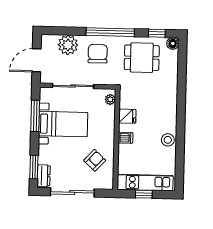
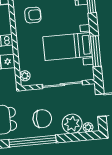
plant: (52, 39) -> (88, 127), added
chair: (98, 54) -> (42, 119), turned -90
armchair: (95, 160) -> (33, 15), turned -133

